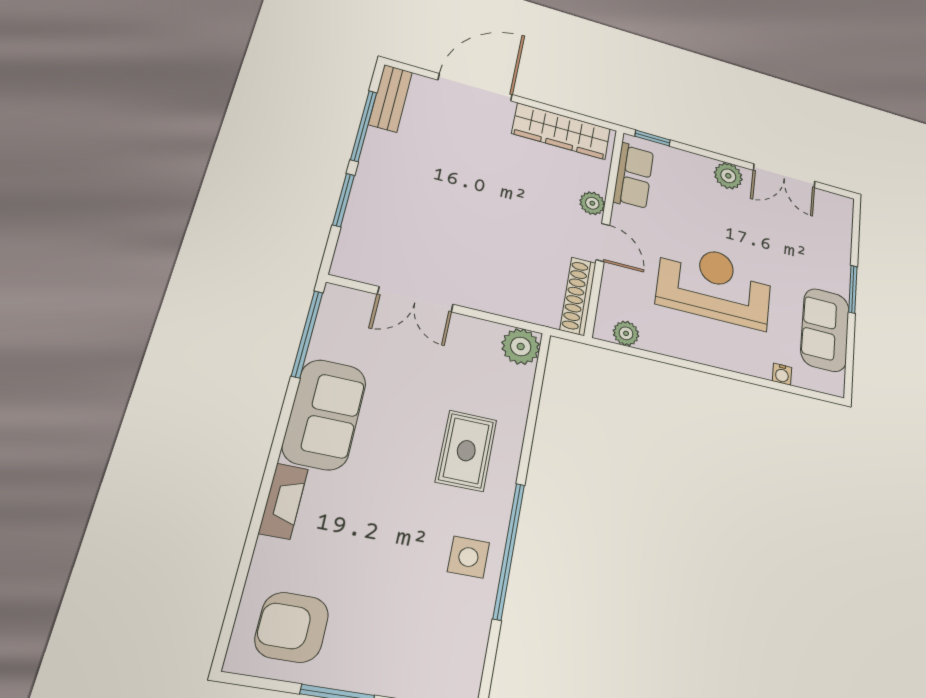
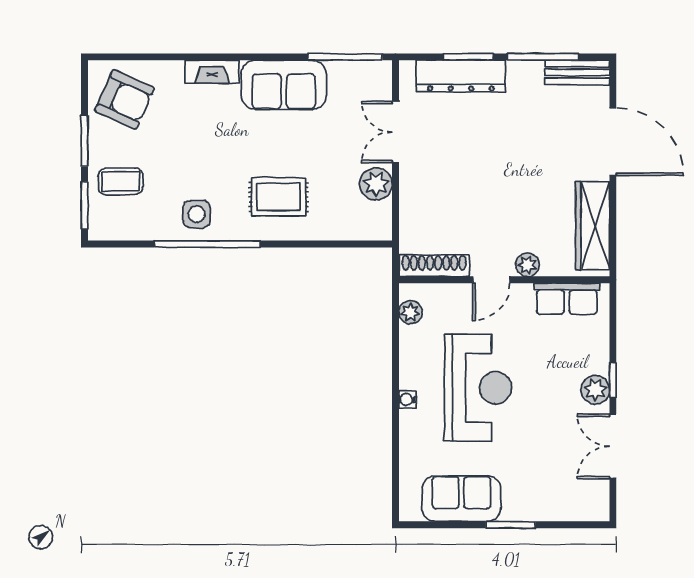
window: (653, 138) -> (613, 380), moved
dresser: (365, 213) -> (461, 76), added
plant: (521, 346) -> (376, 184), moved
water cooler: (782, 374) -> (408, 399), moved
armchair: (292, 627) -> (125, 99), turned 114
coffee table: (405, 652) -> (120, 181), added

